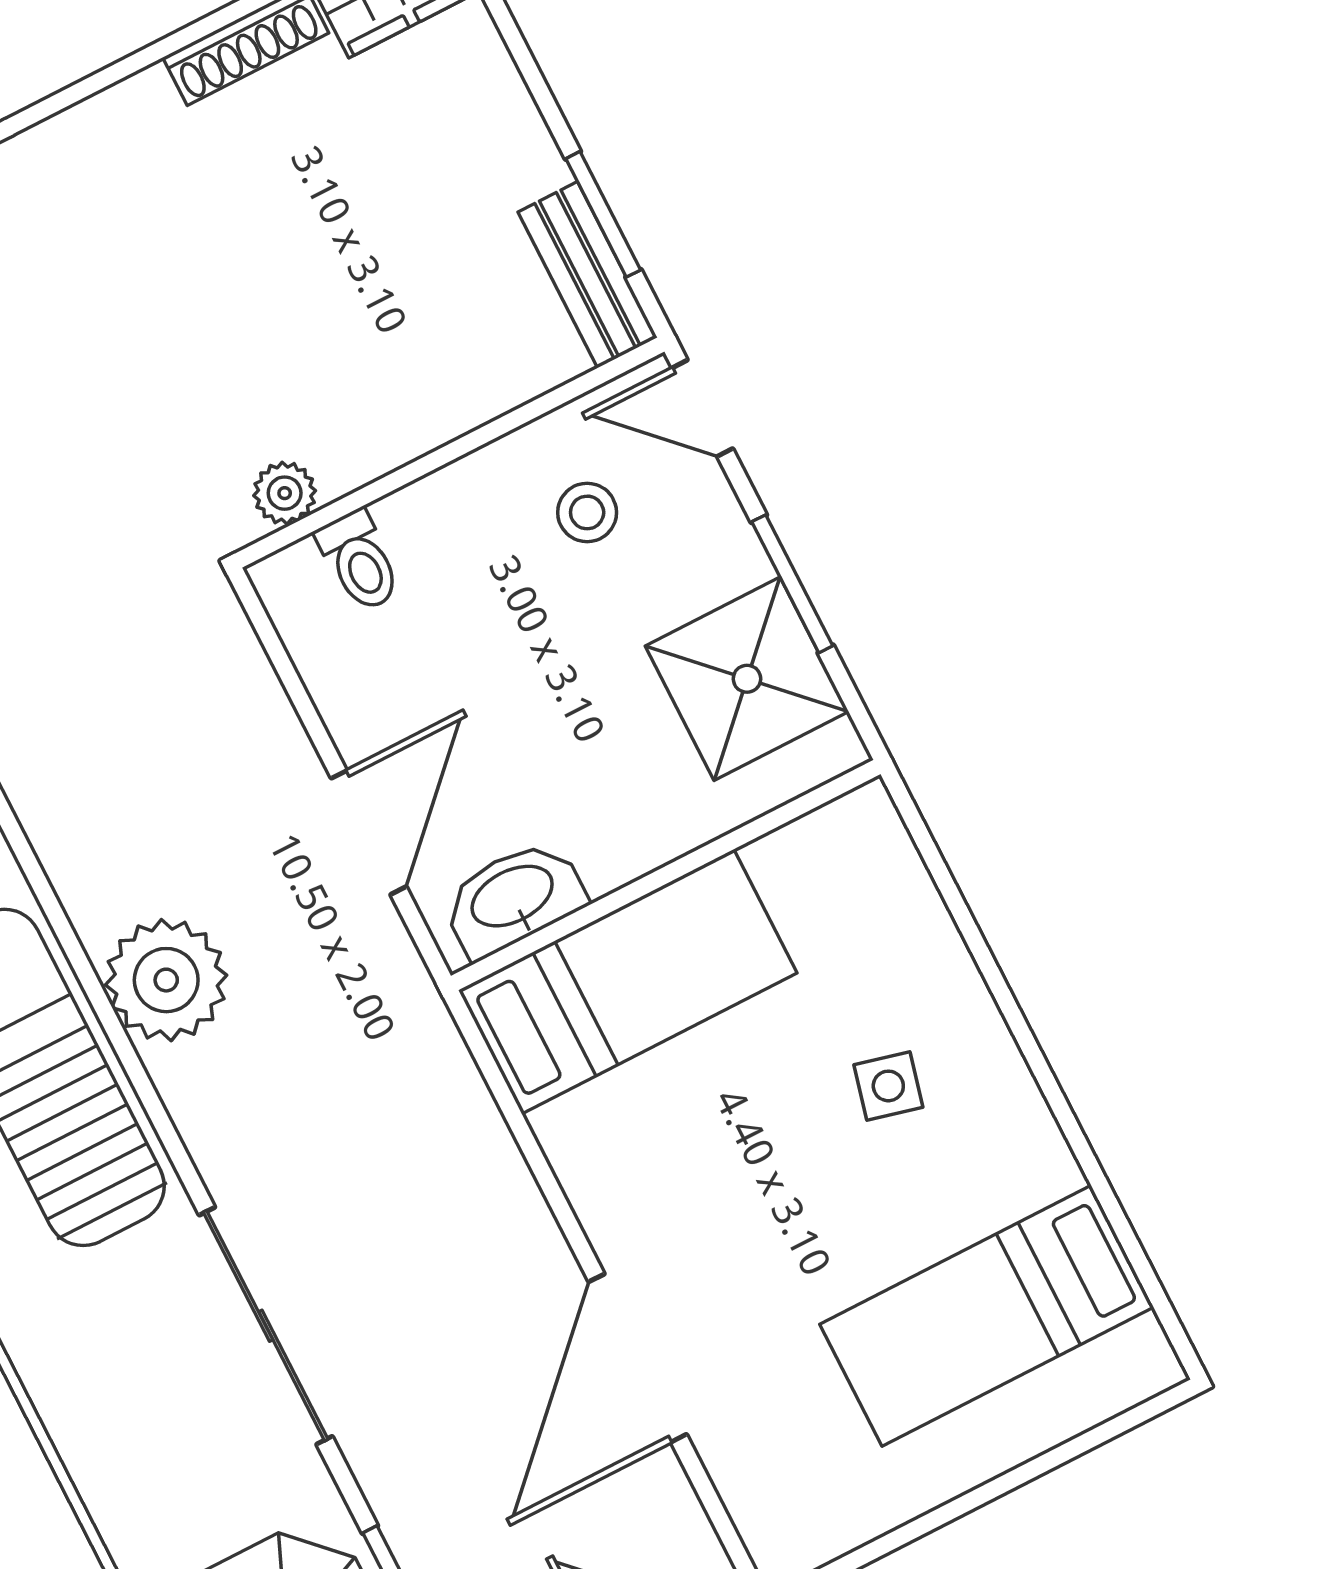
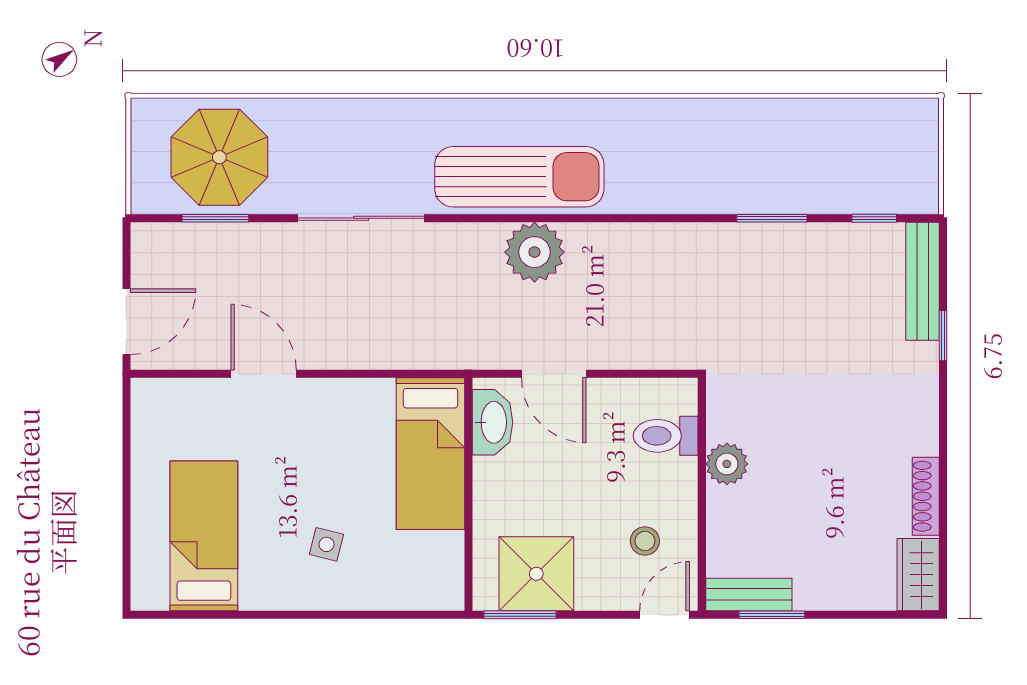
plant: (285, 493) -> (727, 464), moved, width x1.38, depth x1.38
toilet: (359, 561) -> (666, 436), width x1.37, depth x1.39
window: (792, 584) -> (520, 615), moved
door: (638, 1358) -> (264, 374), width x0.73

